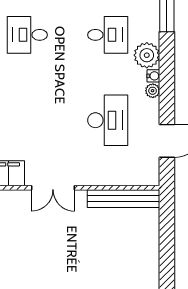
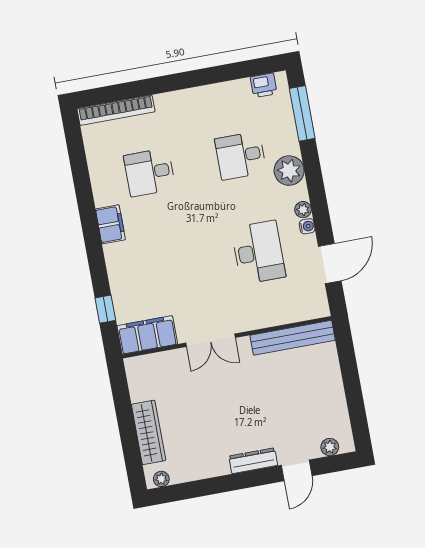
desk: (108, 35) -> (241, 156), turned 180
water cooler: (153, 76) -> (307, 226), moved

